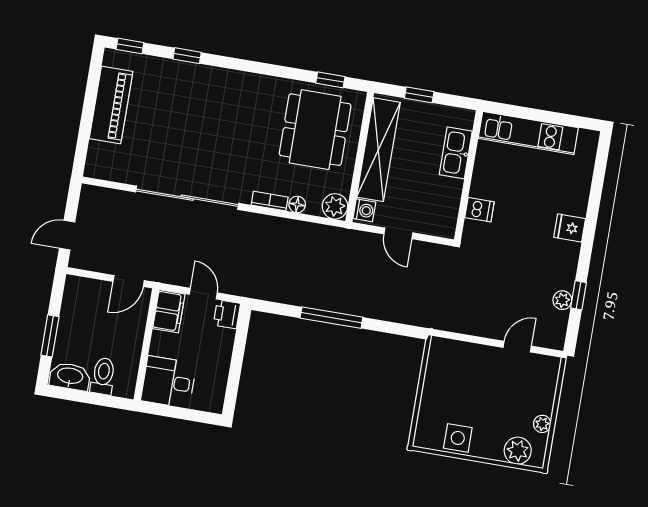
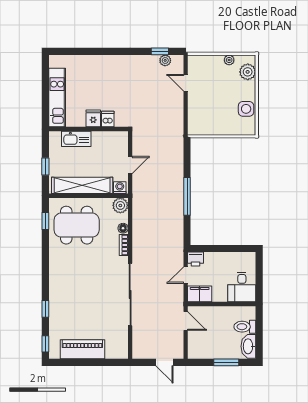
fridge: (570, 228) -> (93, 118), moved, turned 180
window: (578, 295) -> (160, 51), moved
plant: (562, 300) -> (165, 60), moved

